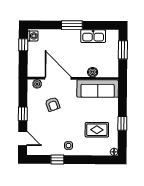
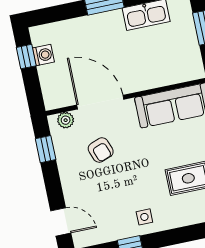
washing machine: (33, 36) -> (43, 55), moved
boiler: (93, 72) -> (159, 78), removed
window: (23, 114) -> (46, 149), moved

